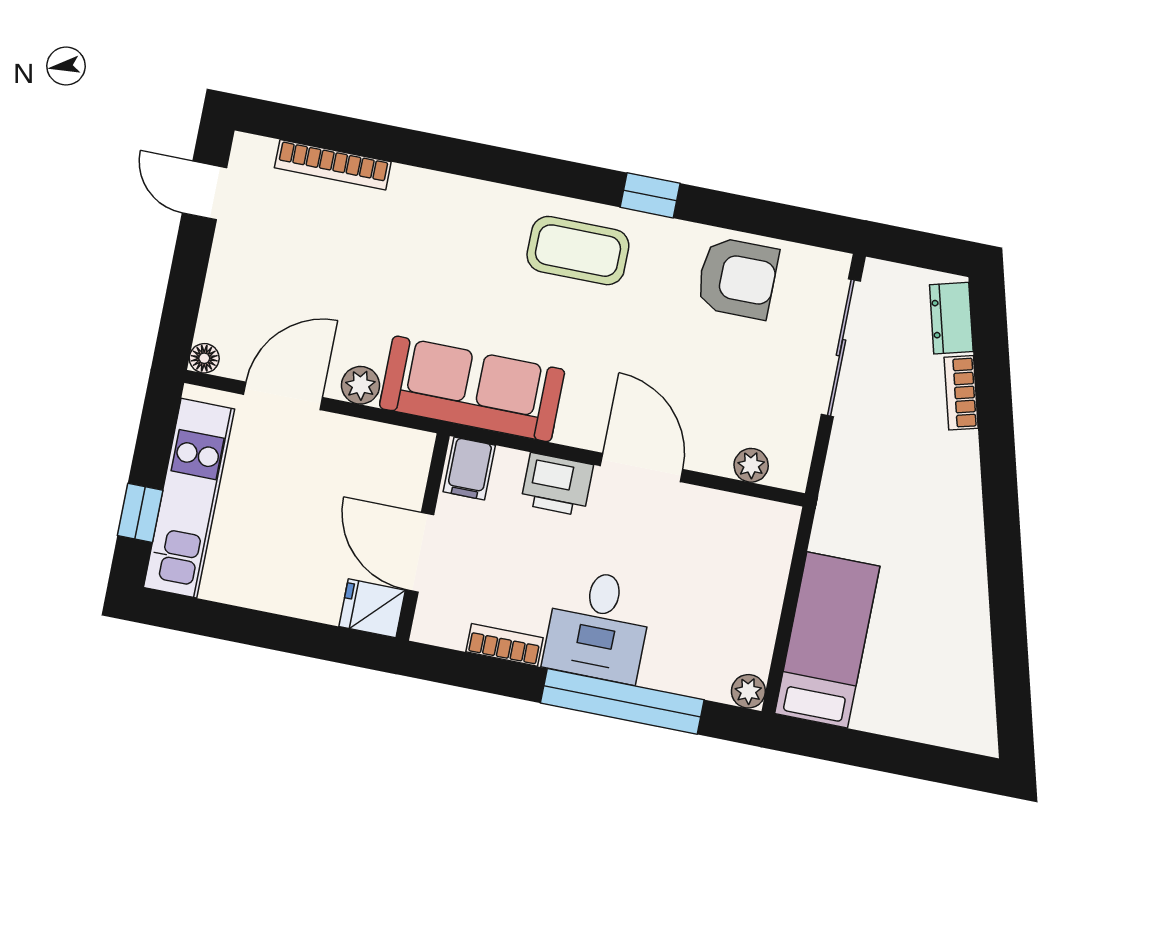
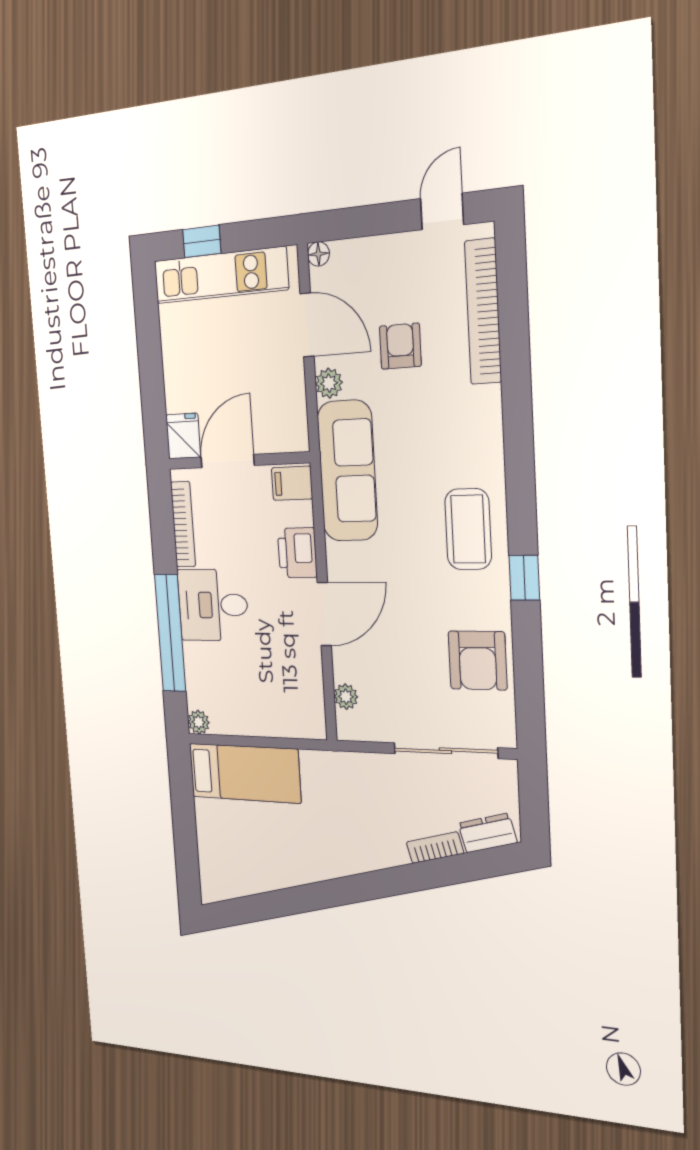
bookcase: (333, 165) -> (483, 312), width x1.48, depth x1.31
armchair: (342, 281) -> (400, 346), added
bookcase: (505, 645) -> (183, 524), width x1.56

